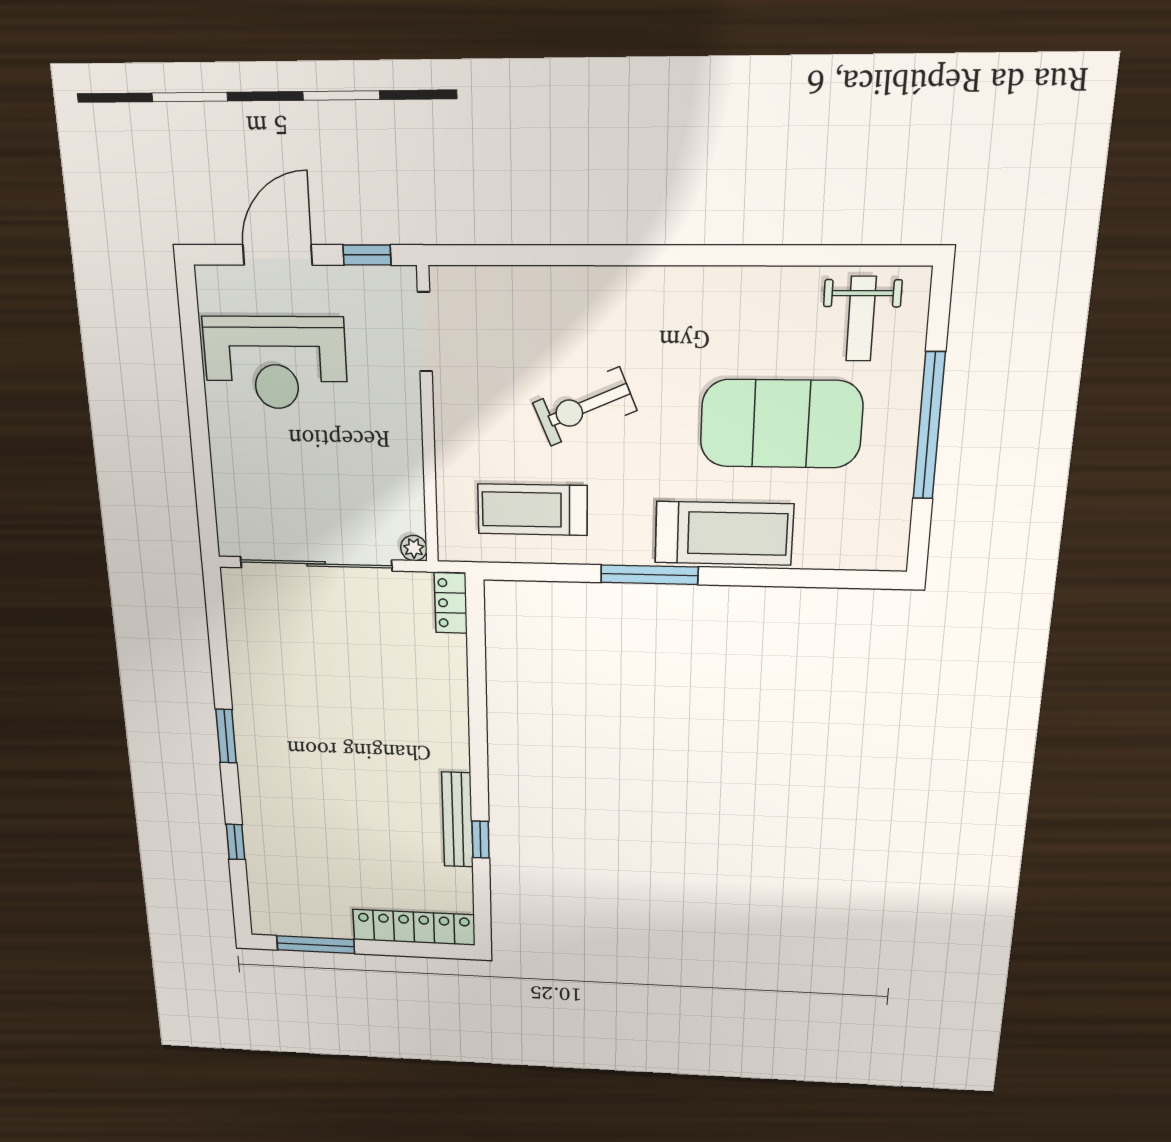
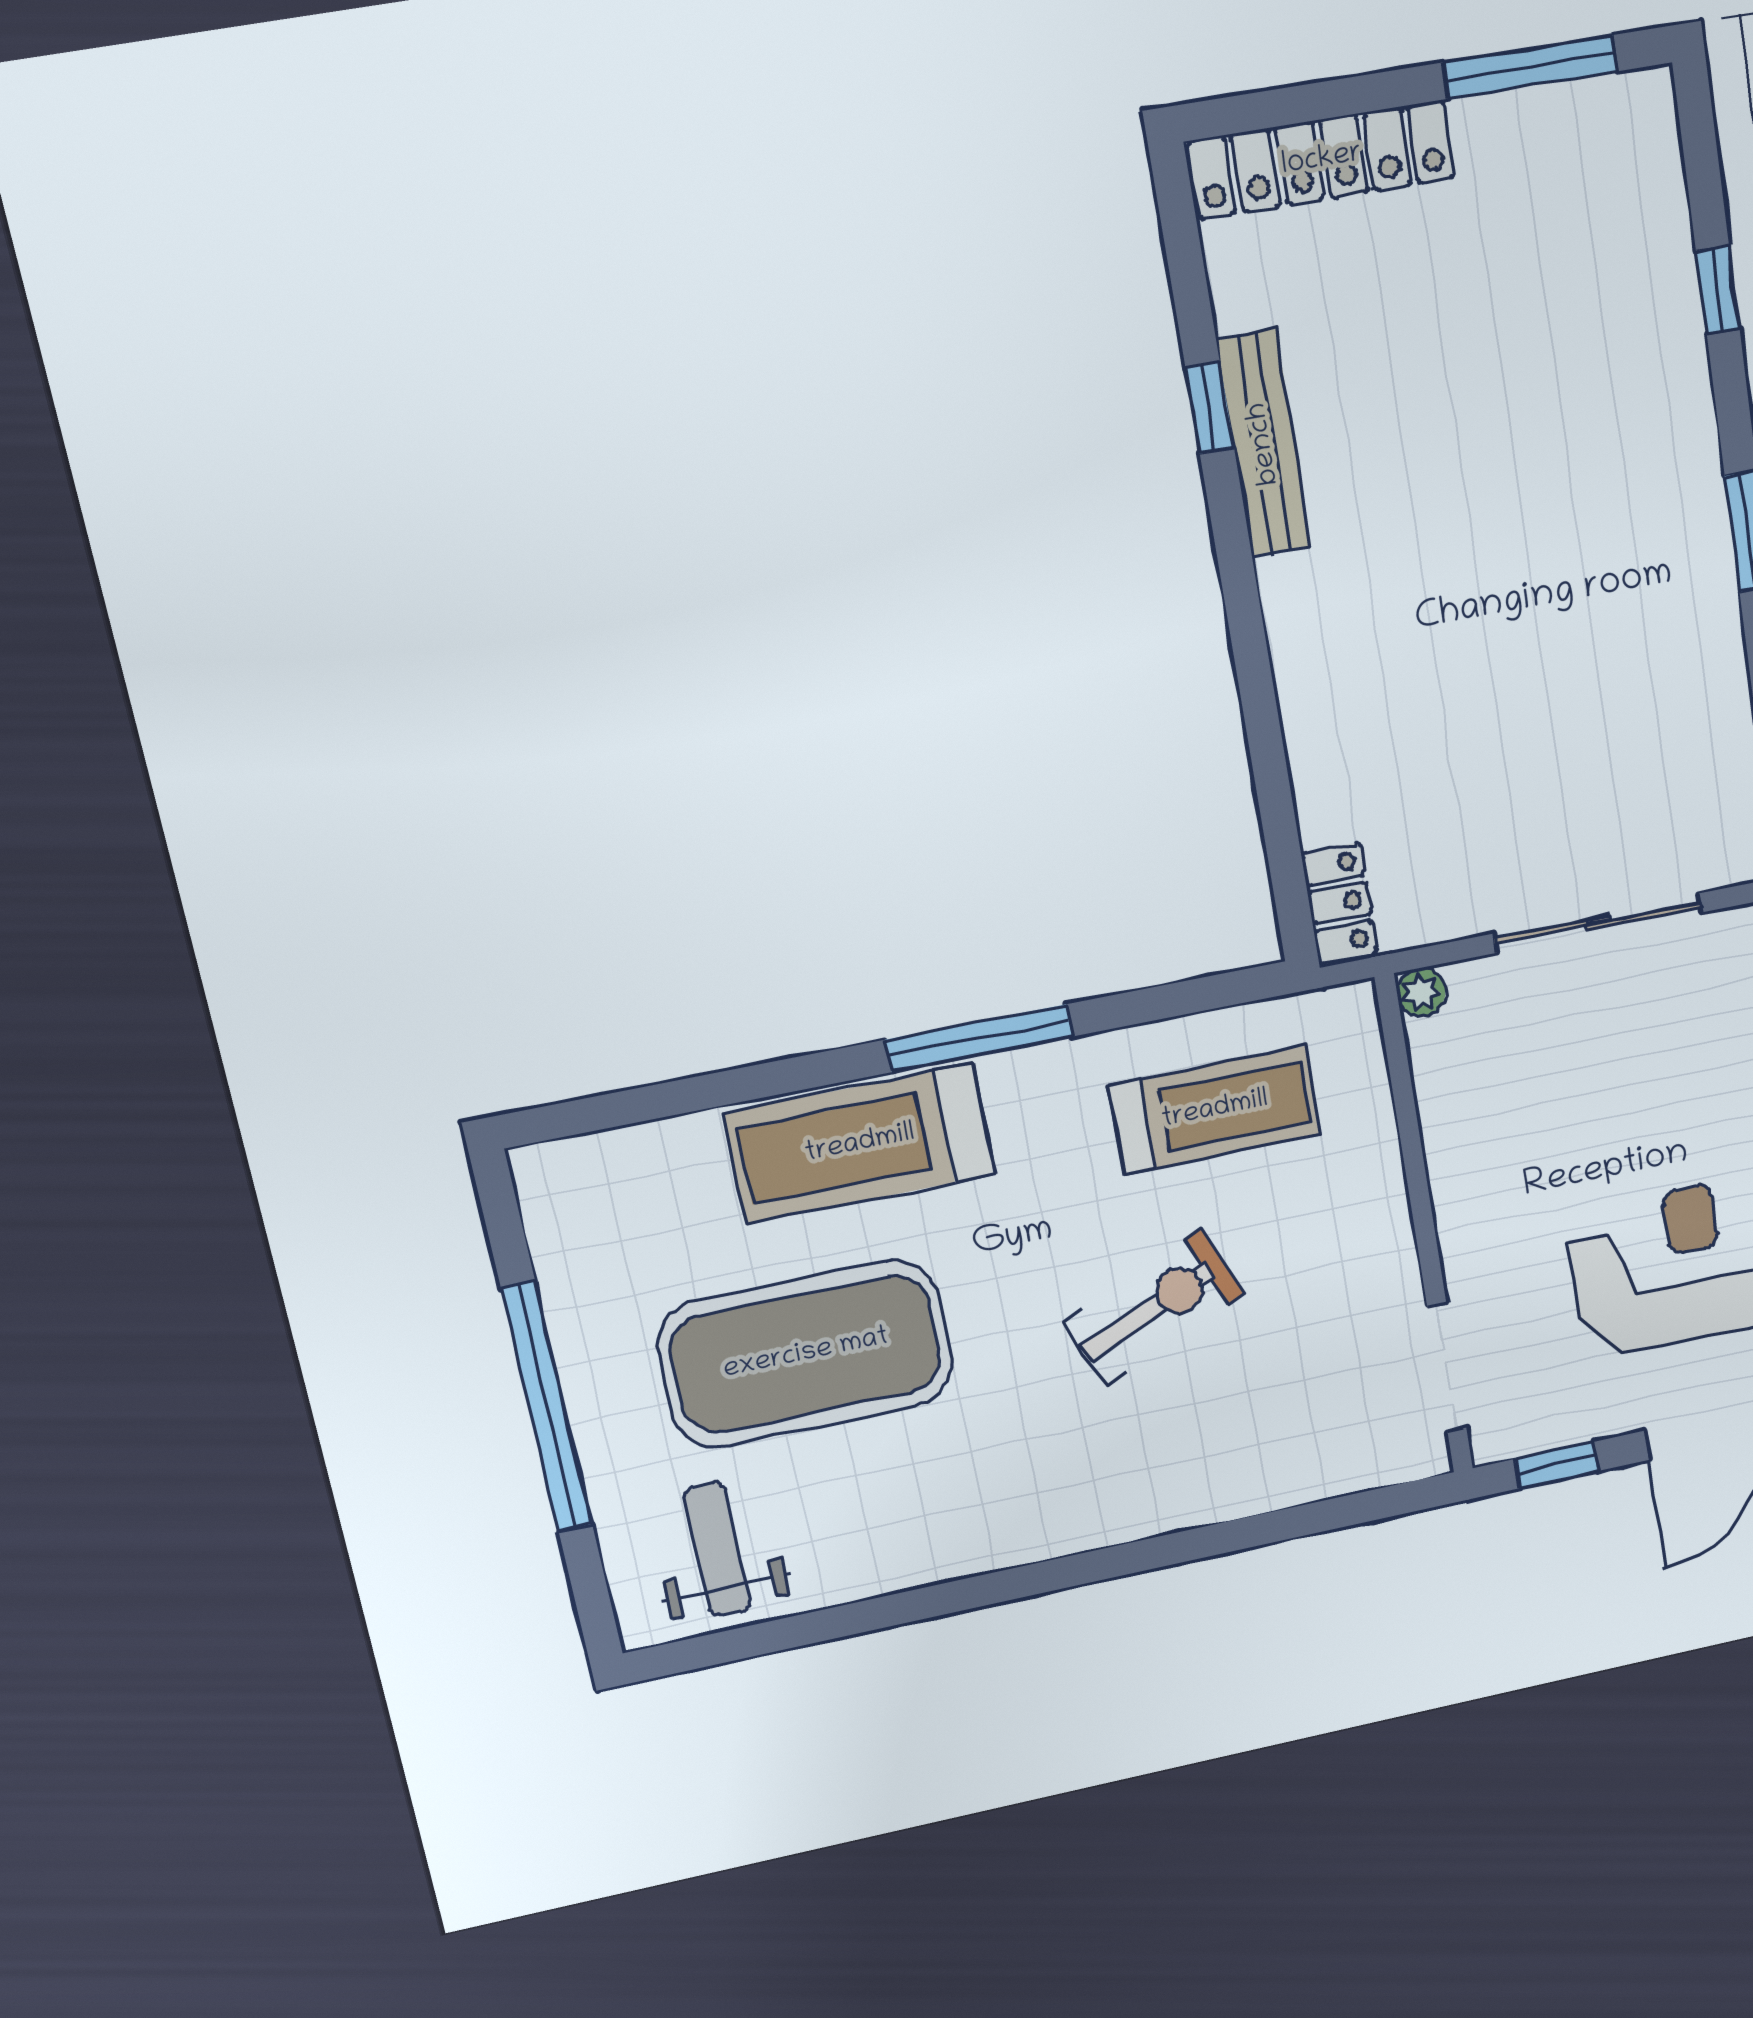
sliding door: (316, 564) -> (1598, 923), width x0.73

